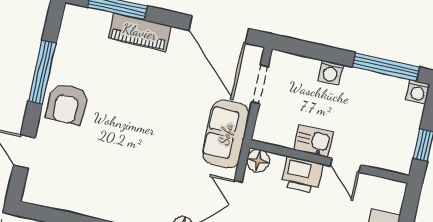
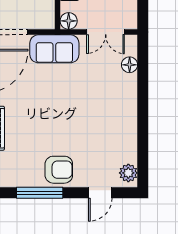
plant: (42, 194) -> (128, 173), added

